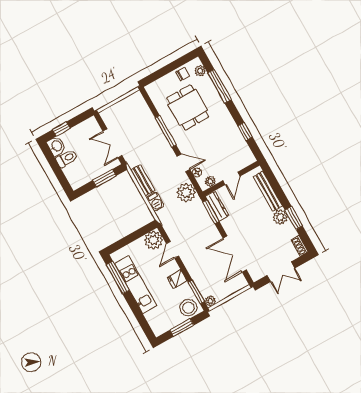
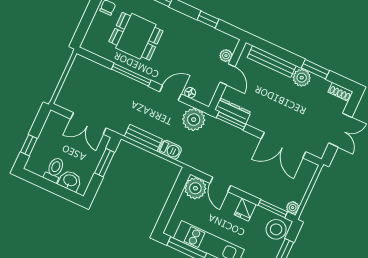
washbasin: (56, 146) -> (70, 181), moved
plant: (210, 181) -> (226, 56), moved

